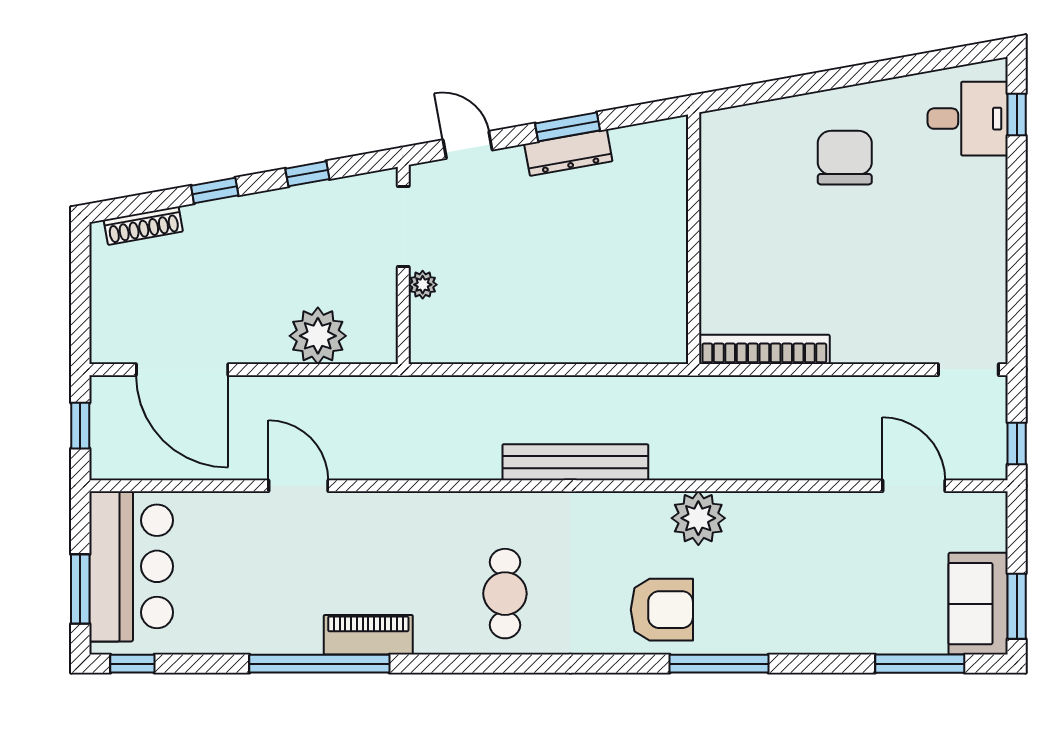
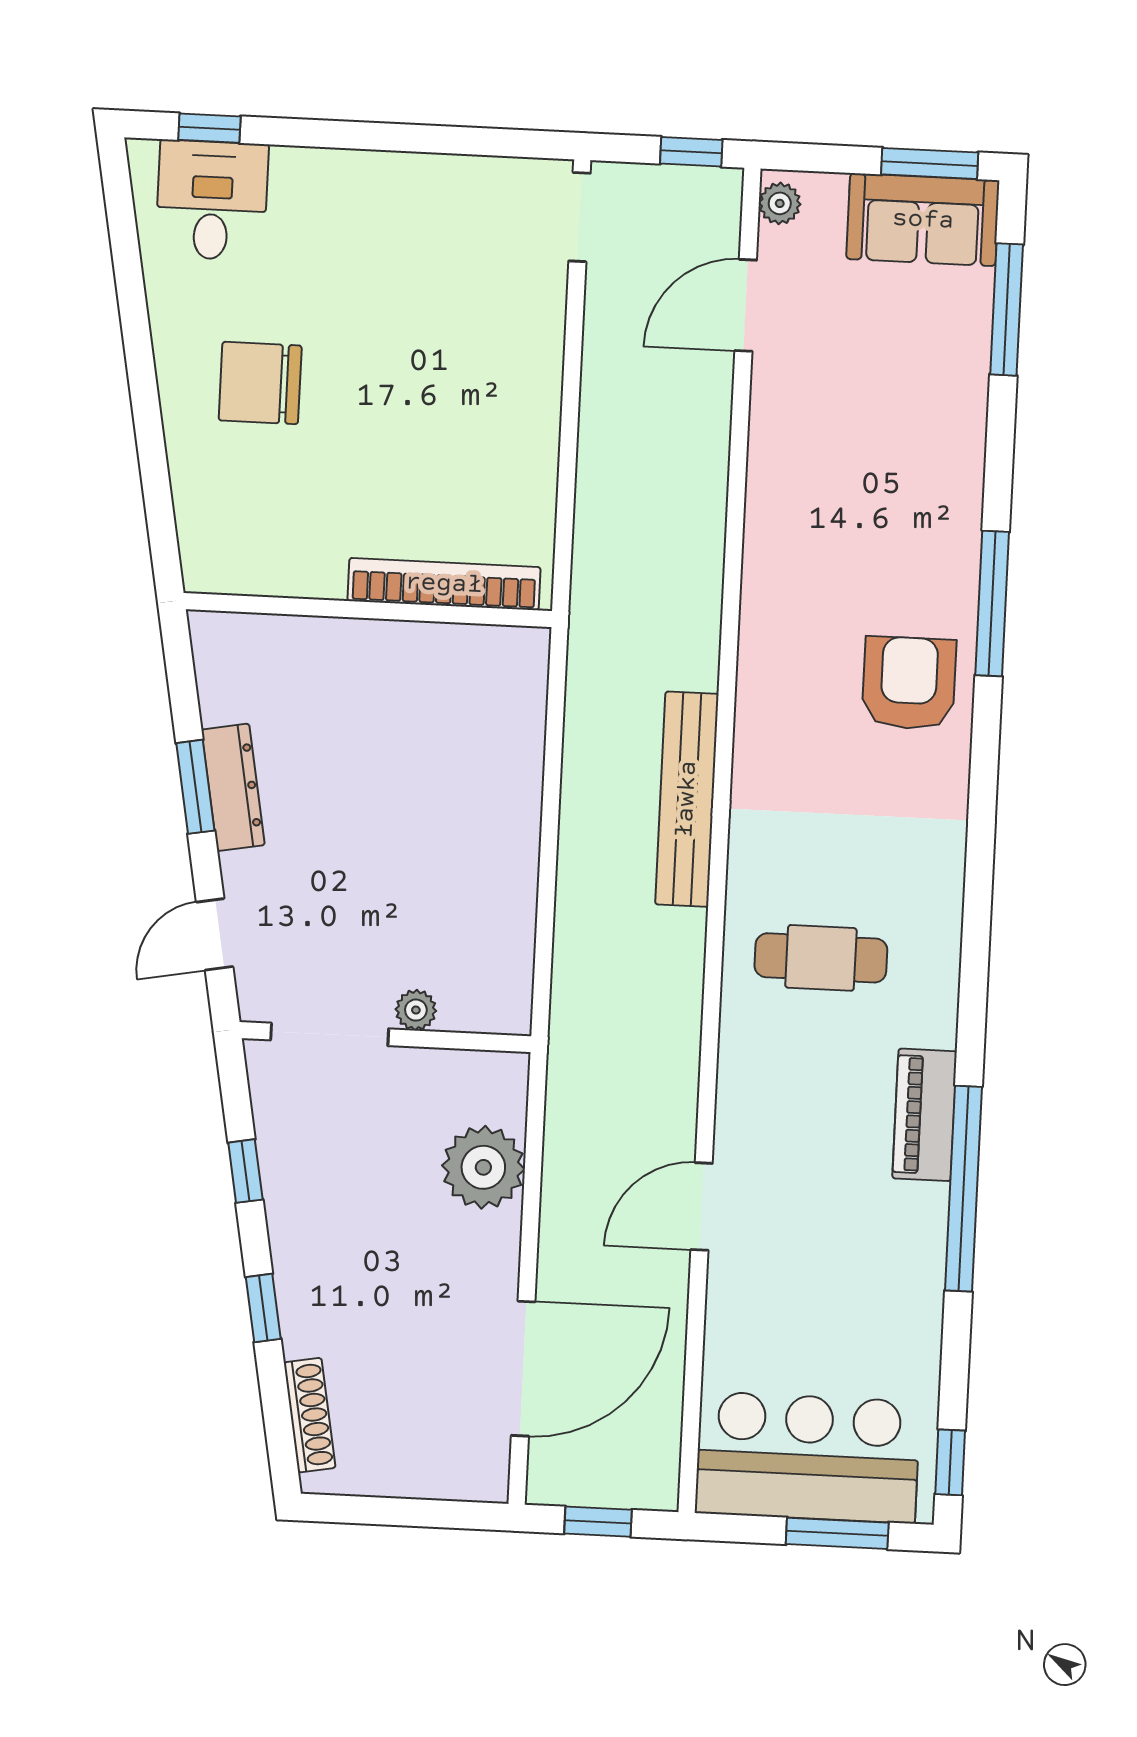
bookcase: (764, 349) -> (444, 584), moved, turned 90
plant: (698, 518) -> (780, 203), moved, width x0.53, depth x0.53
cafe table: (505, 594) -> (821, 958), moved

